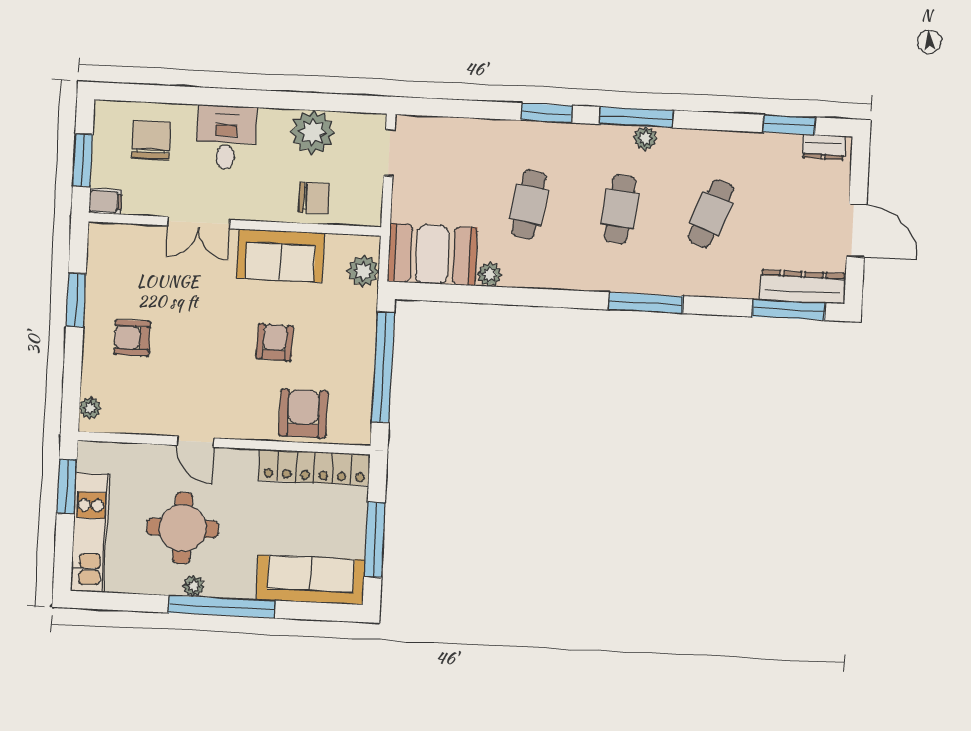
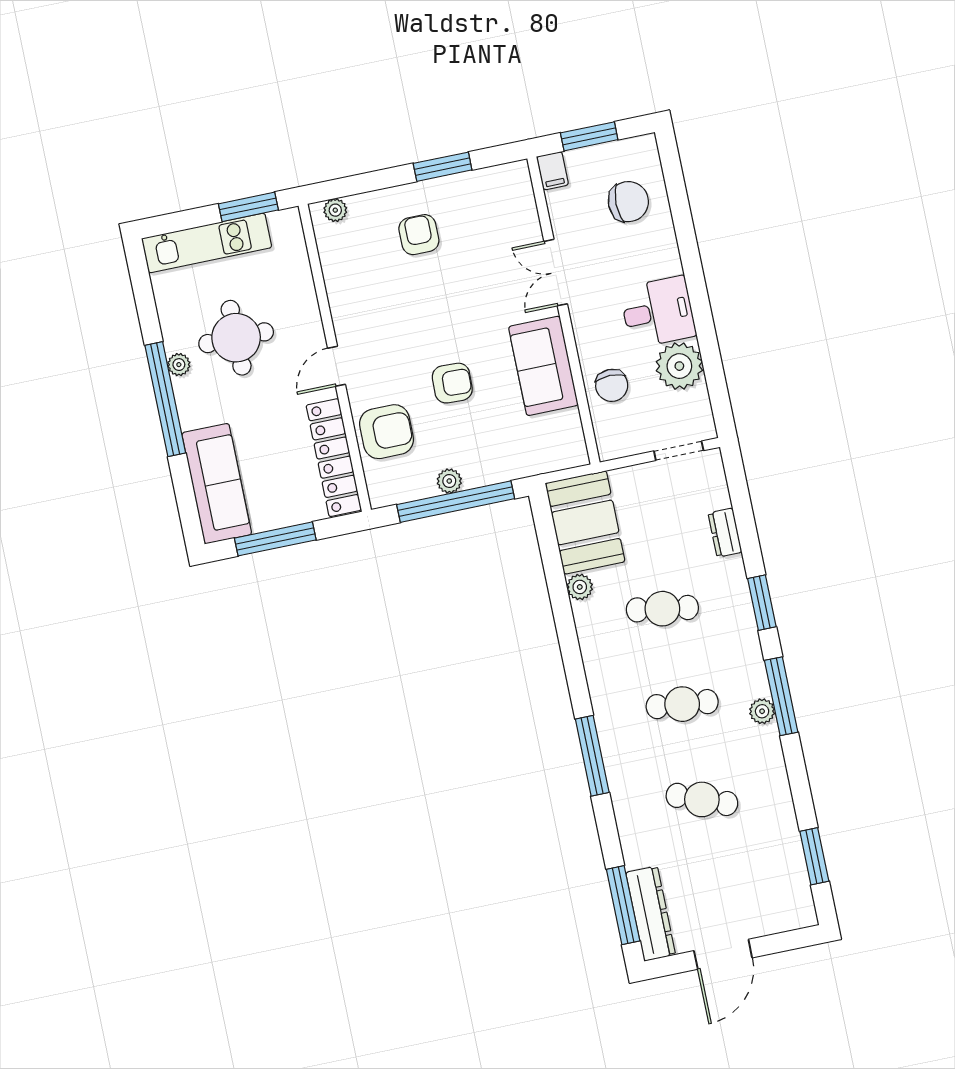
desk: (226, 137) -> (658, 312), moved
dresser: (824, 147) -> (725, 533), moved
plant: (363, 271) -> (449, 481), moved, width x0.73, depth x0.73
door: (196, 442) -> (336, 366), moved

